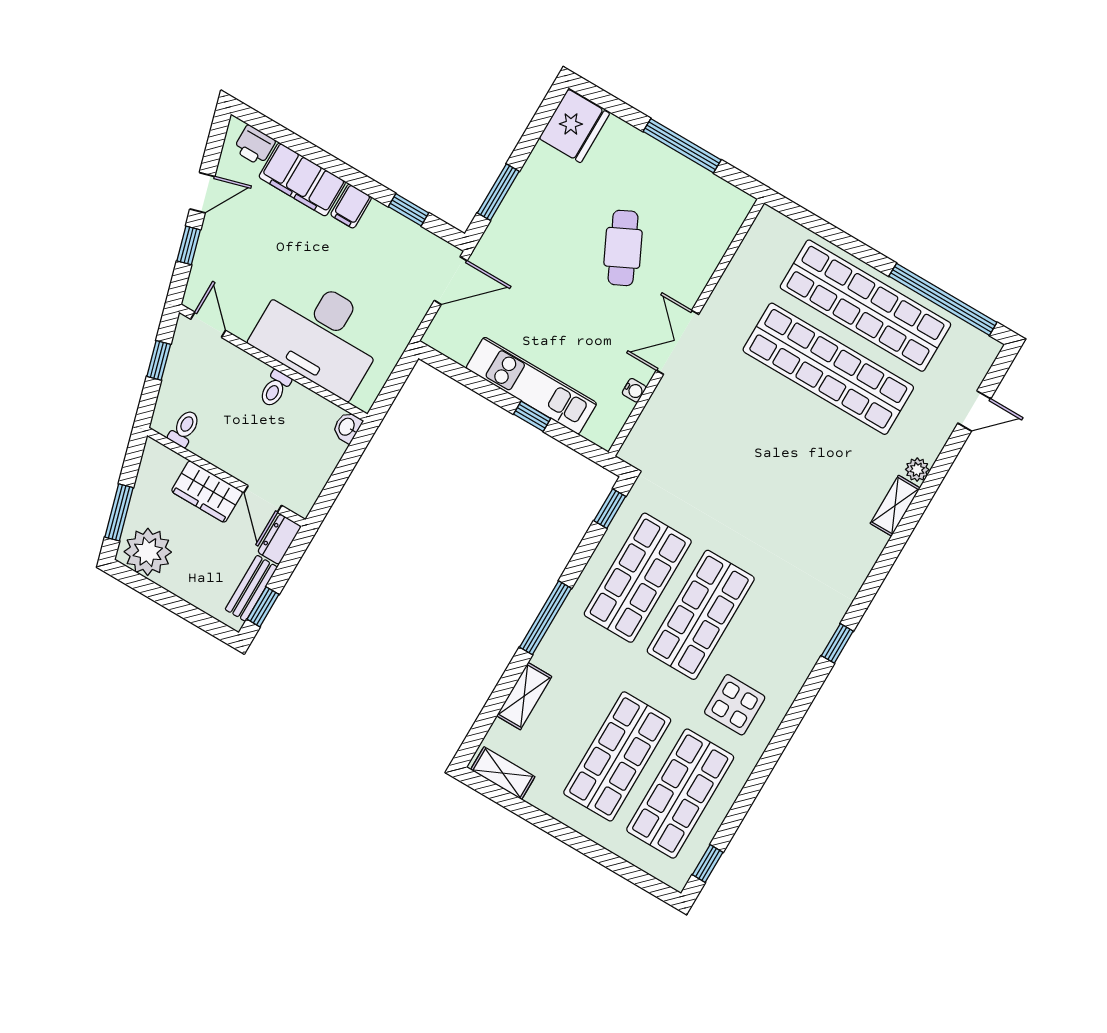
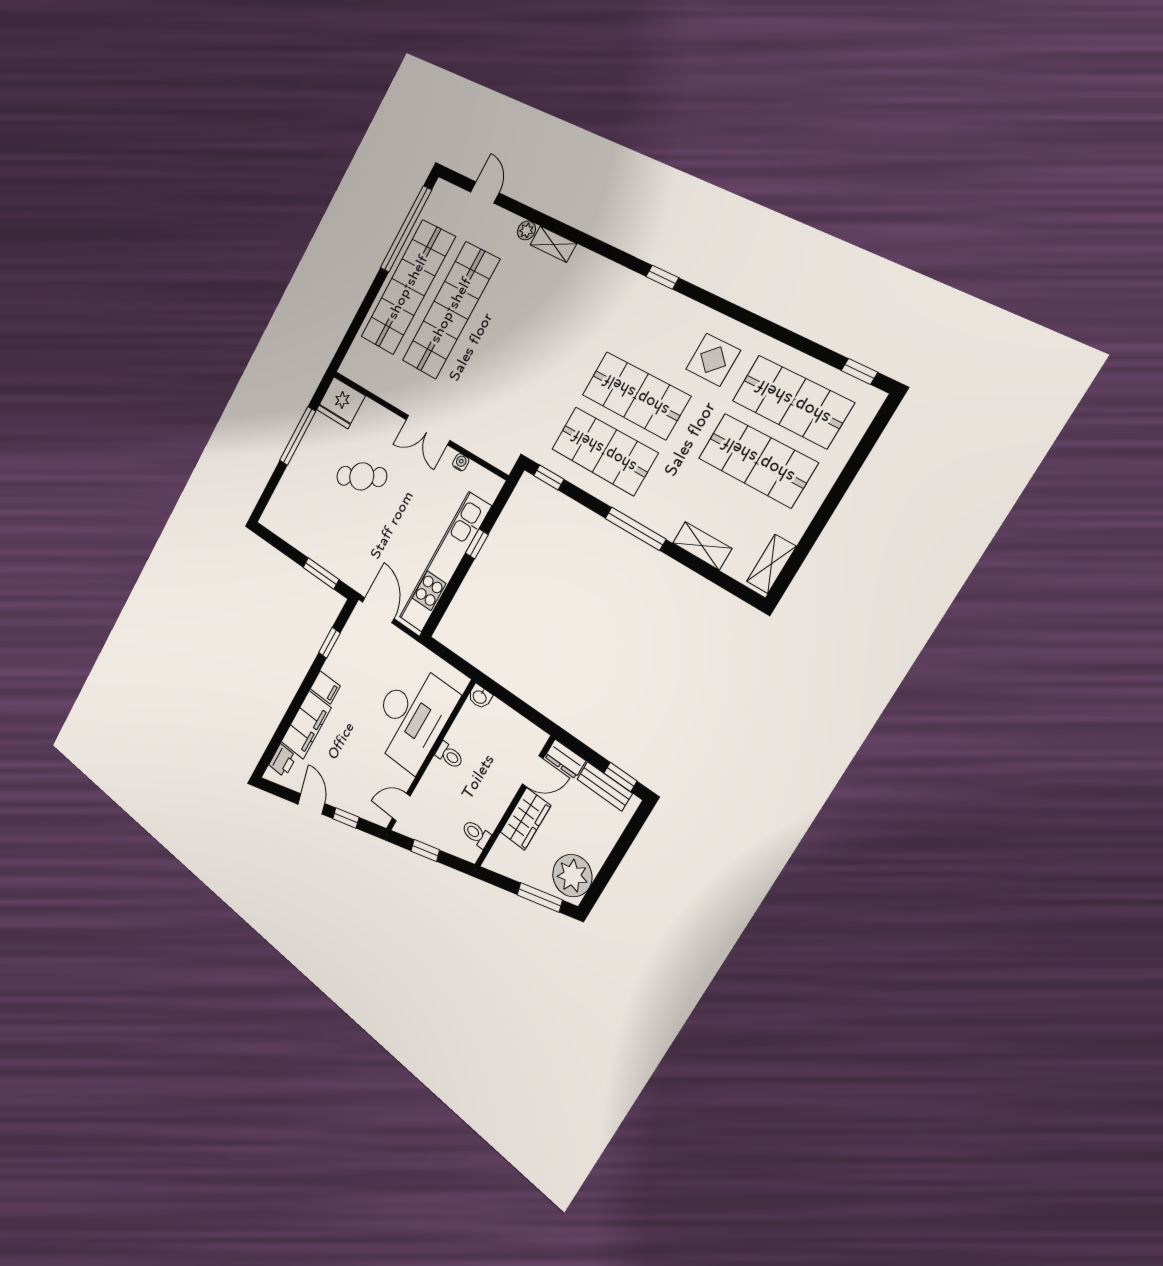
fridge: (574, 126) -> (341, 403), moved, turned 180
kitchen unit: (531, 386) -> (445, 562), width x1.36

